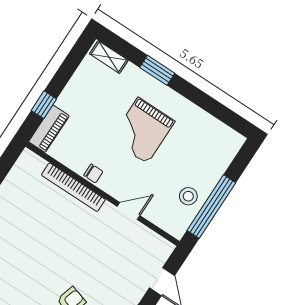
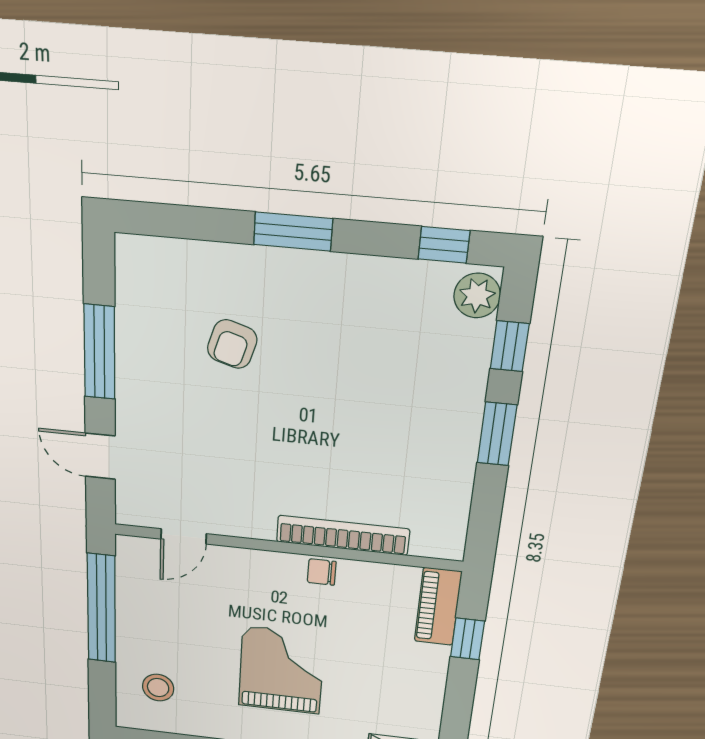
stool: (188, 196) -> (158, 688), moved
door: (129, 211) -> (184, 536), moved

